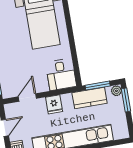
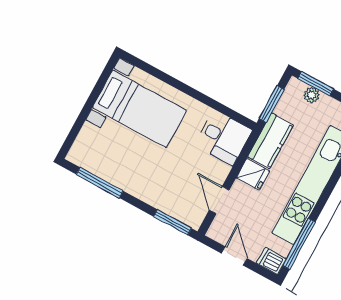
plant: (116, 91) -> (312, 95), moved
kitchen counter: (90, 98) -> (270, 141), moved

